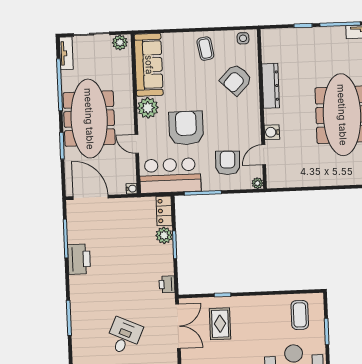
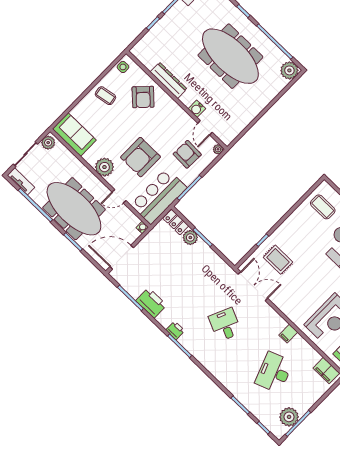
sofa: (149, 65) -> (74, 135), width x0.73
armchair: (186, 128) -> (140, 157), turned -90
printer: (167, 284) -> (175, 330), moved, turned 180

